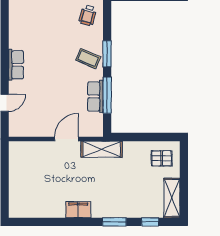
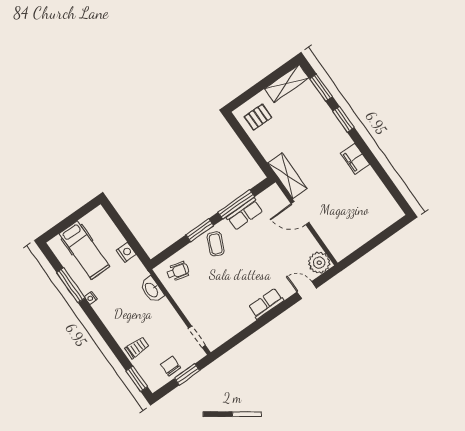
plant: (19, 127) -> (319, 263), added
pallet: (162, 158) -> (258, 117), turned 90
window: (150, 222) -> (321, 88), width x1.50

